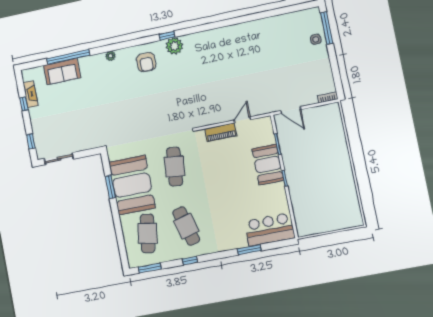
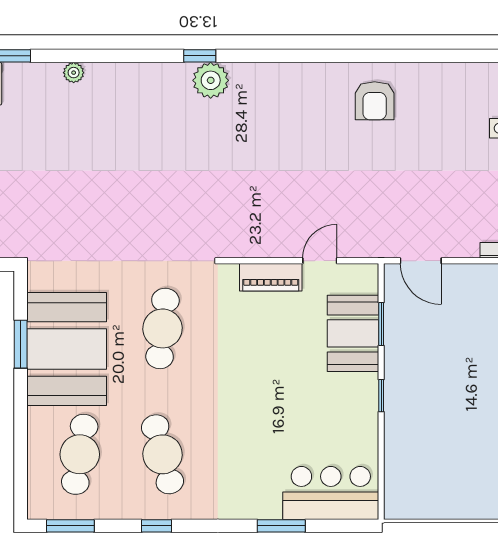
armchair: (146, 62) -> (375, 101), moved
booth: (268, 165) -> (353, 333), moved

